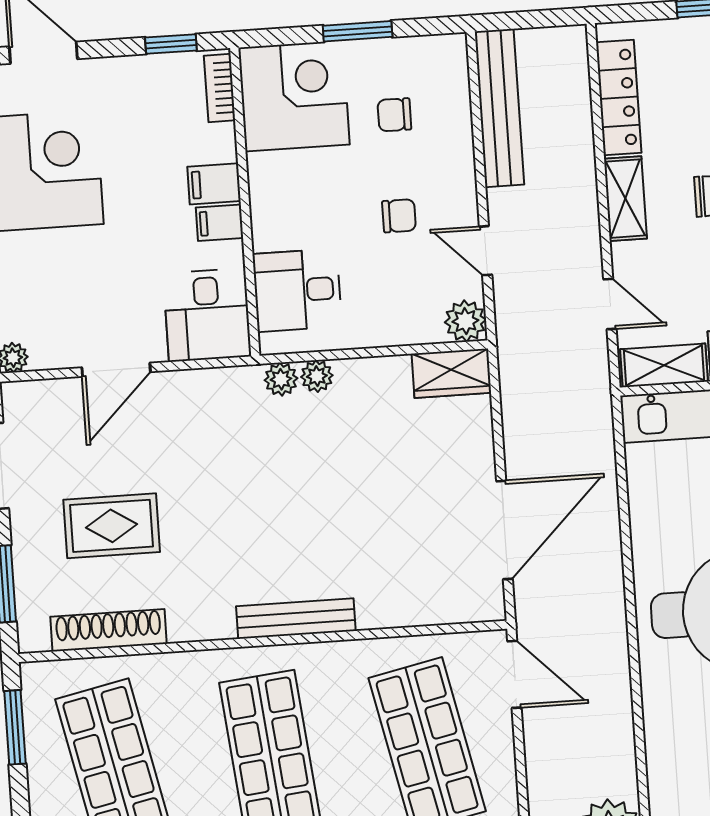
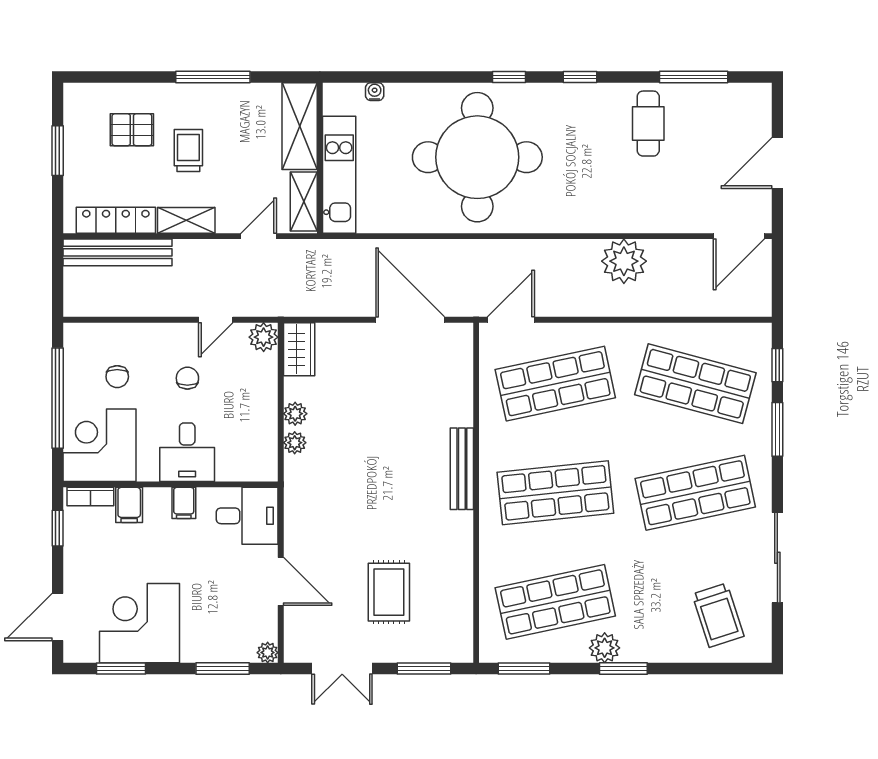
window: (358, 31) -> (58, 398), width x2.11
bench: (499, 108) -> (117, 252), moved
filing cabinet: (214, 184) -> (129, 505), moved
desk: (297, 290) -> (187, 452), moved
plant: (281, 379) -> (295, 414), moved
shoe rack: (109, 630) -> (461, 599), removed

